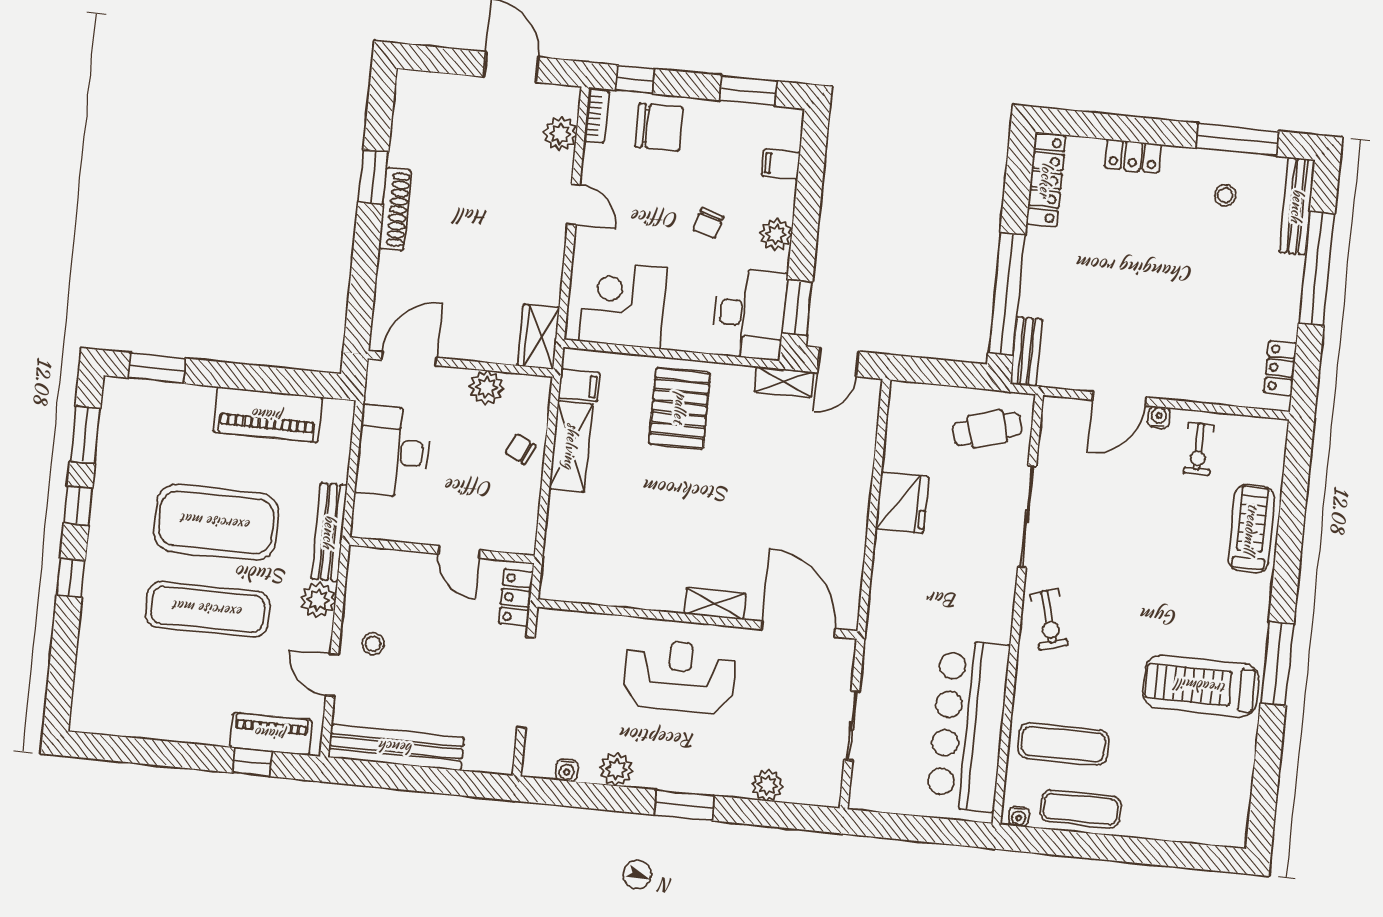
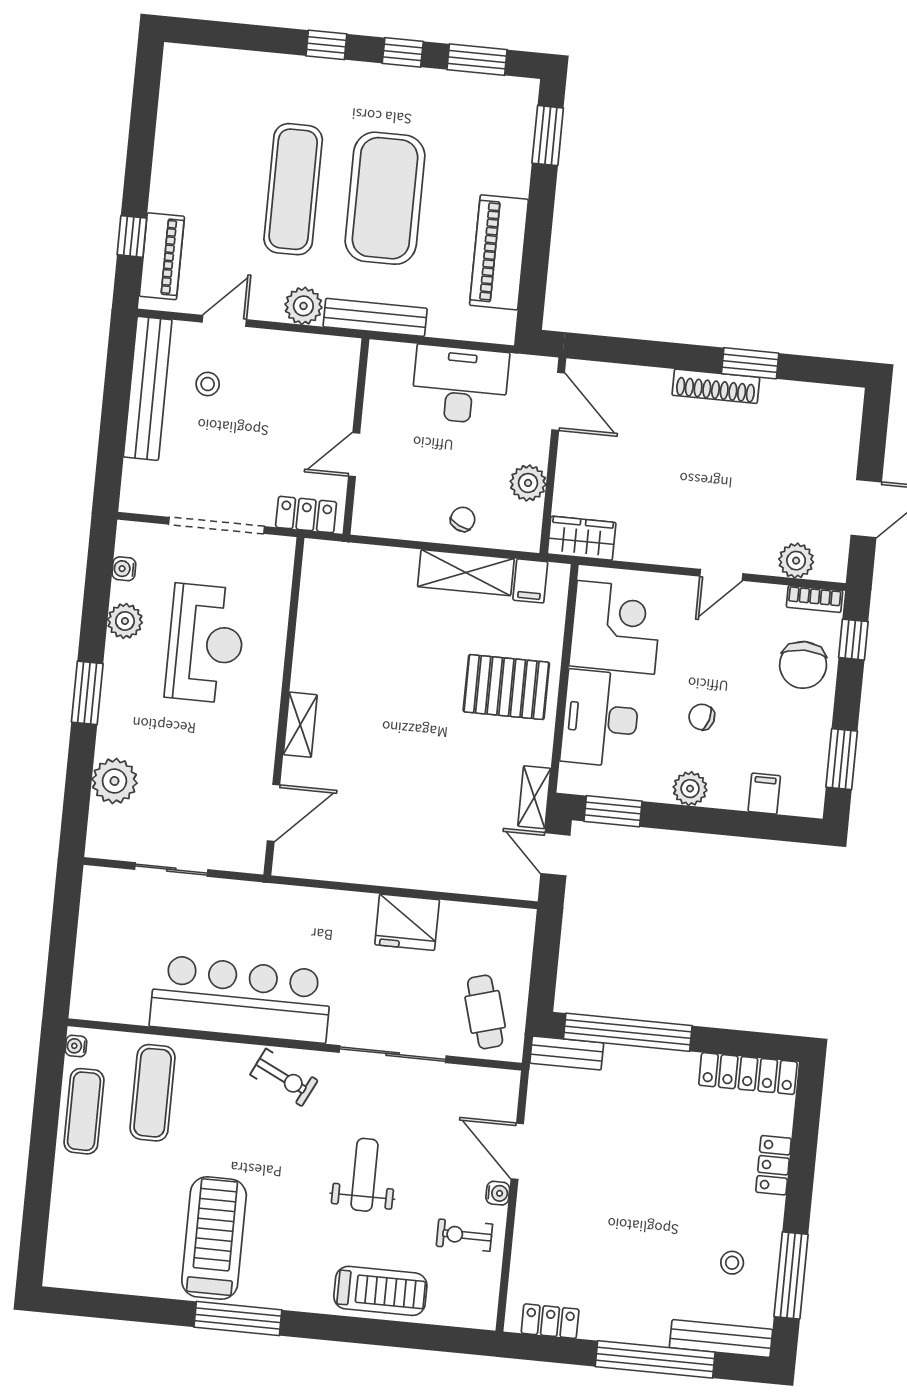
desk: (750, 314) -> (600, 718), moved, turned 90
weight bench: (1141, 543) -> (365, 1175), added
exercise bike: (1049, 620) -> (284, 1078), turned -139
door: (798, 629) -> (273, 813), width x0.73
stool: (373, 644) -> (208, 384), moved
reception desk: (679, 676) -> (205, 643), moved
bar counter: (968, 726) -> (241, 999), moved
plant: (767, 785) -> (114, 781), width x1.36, depth x1.36

